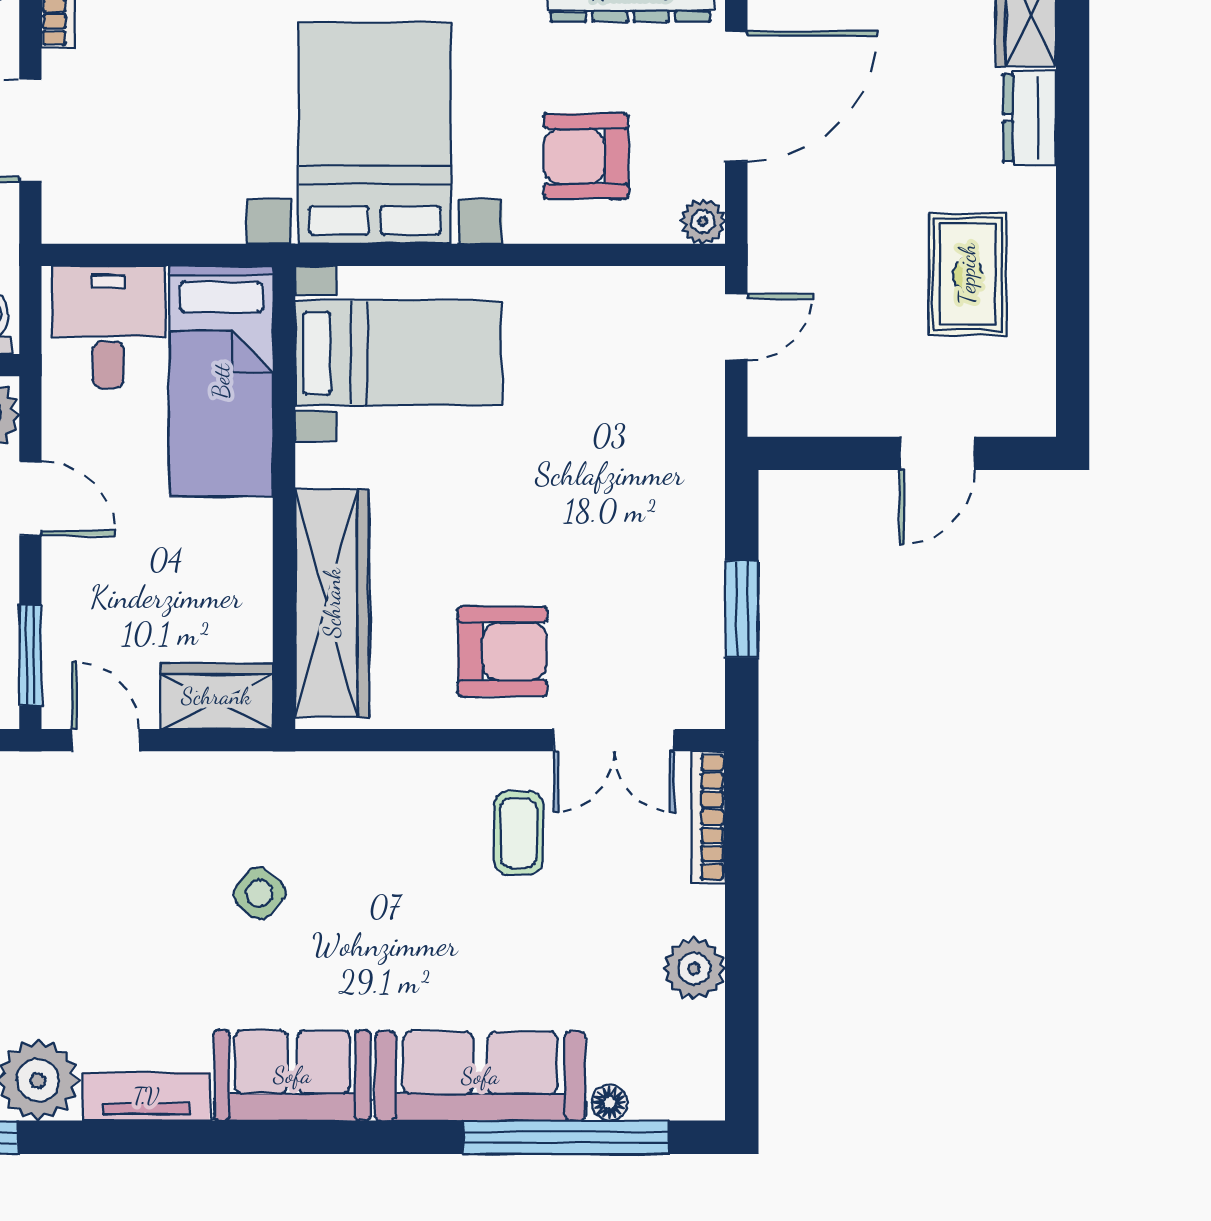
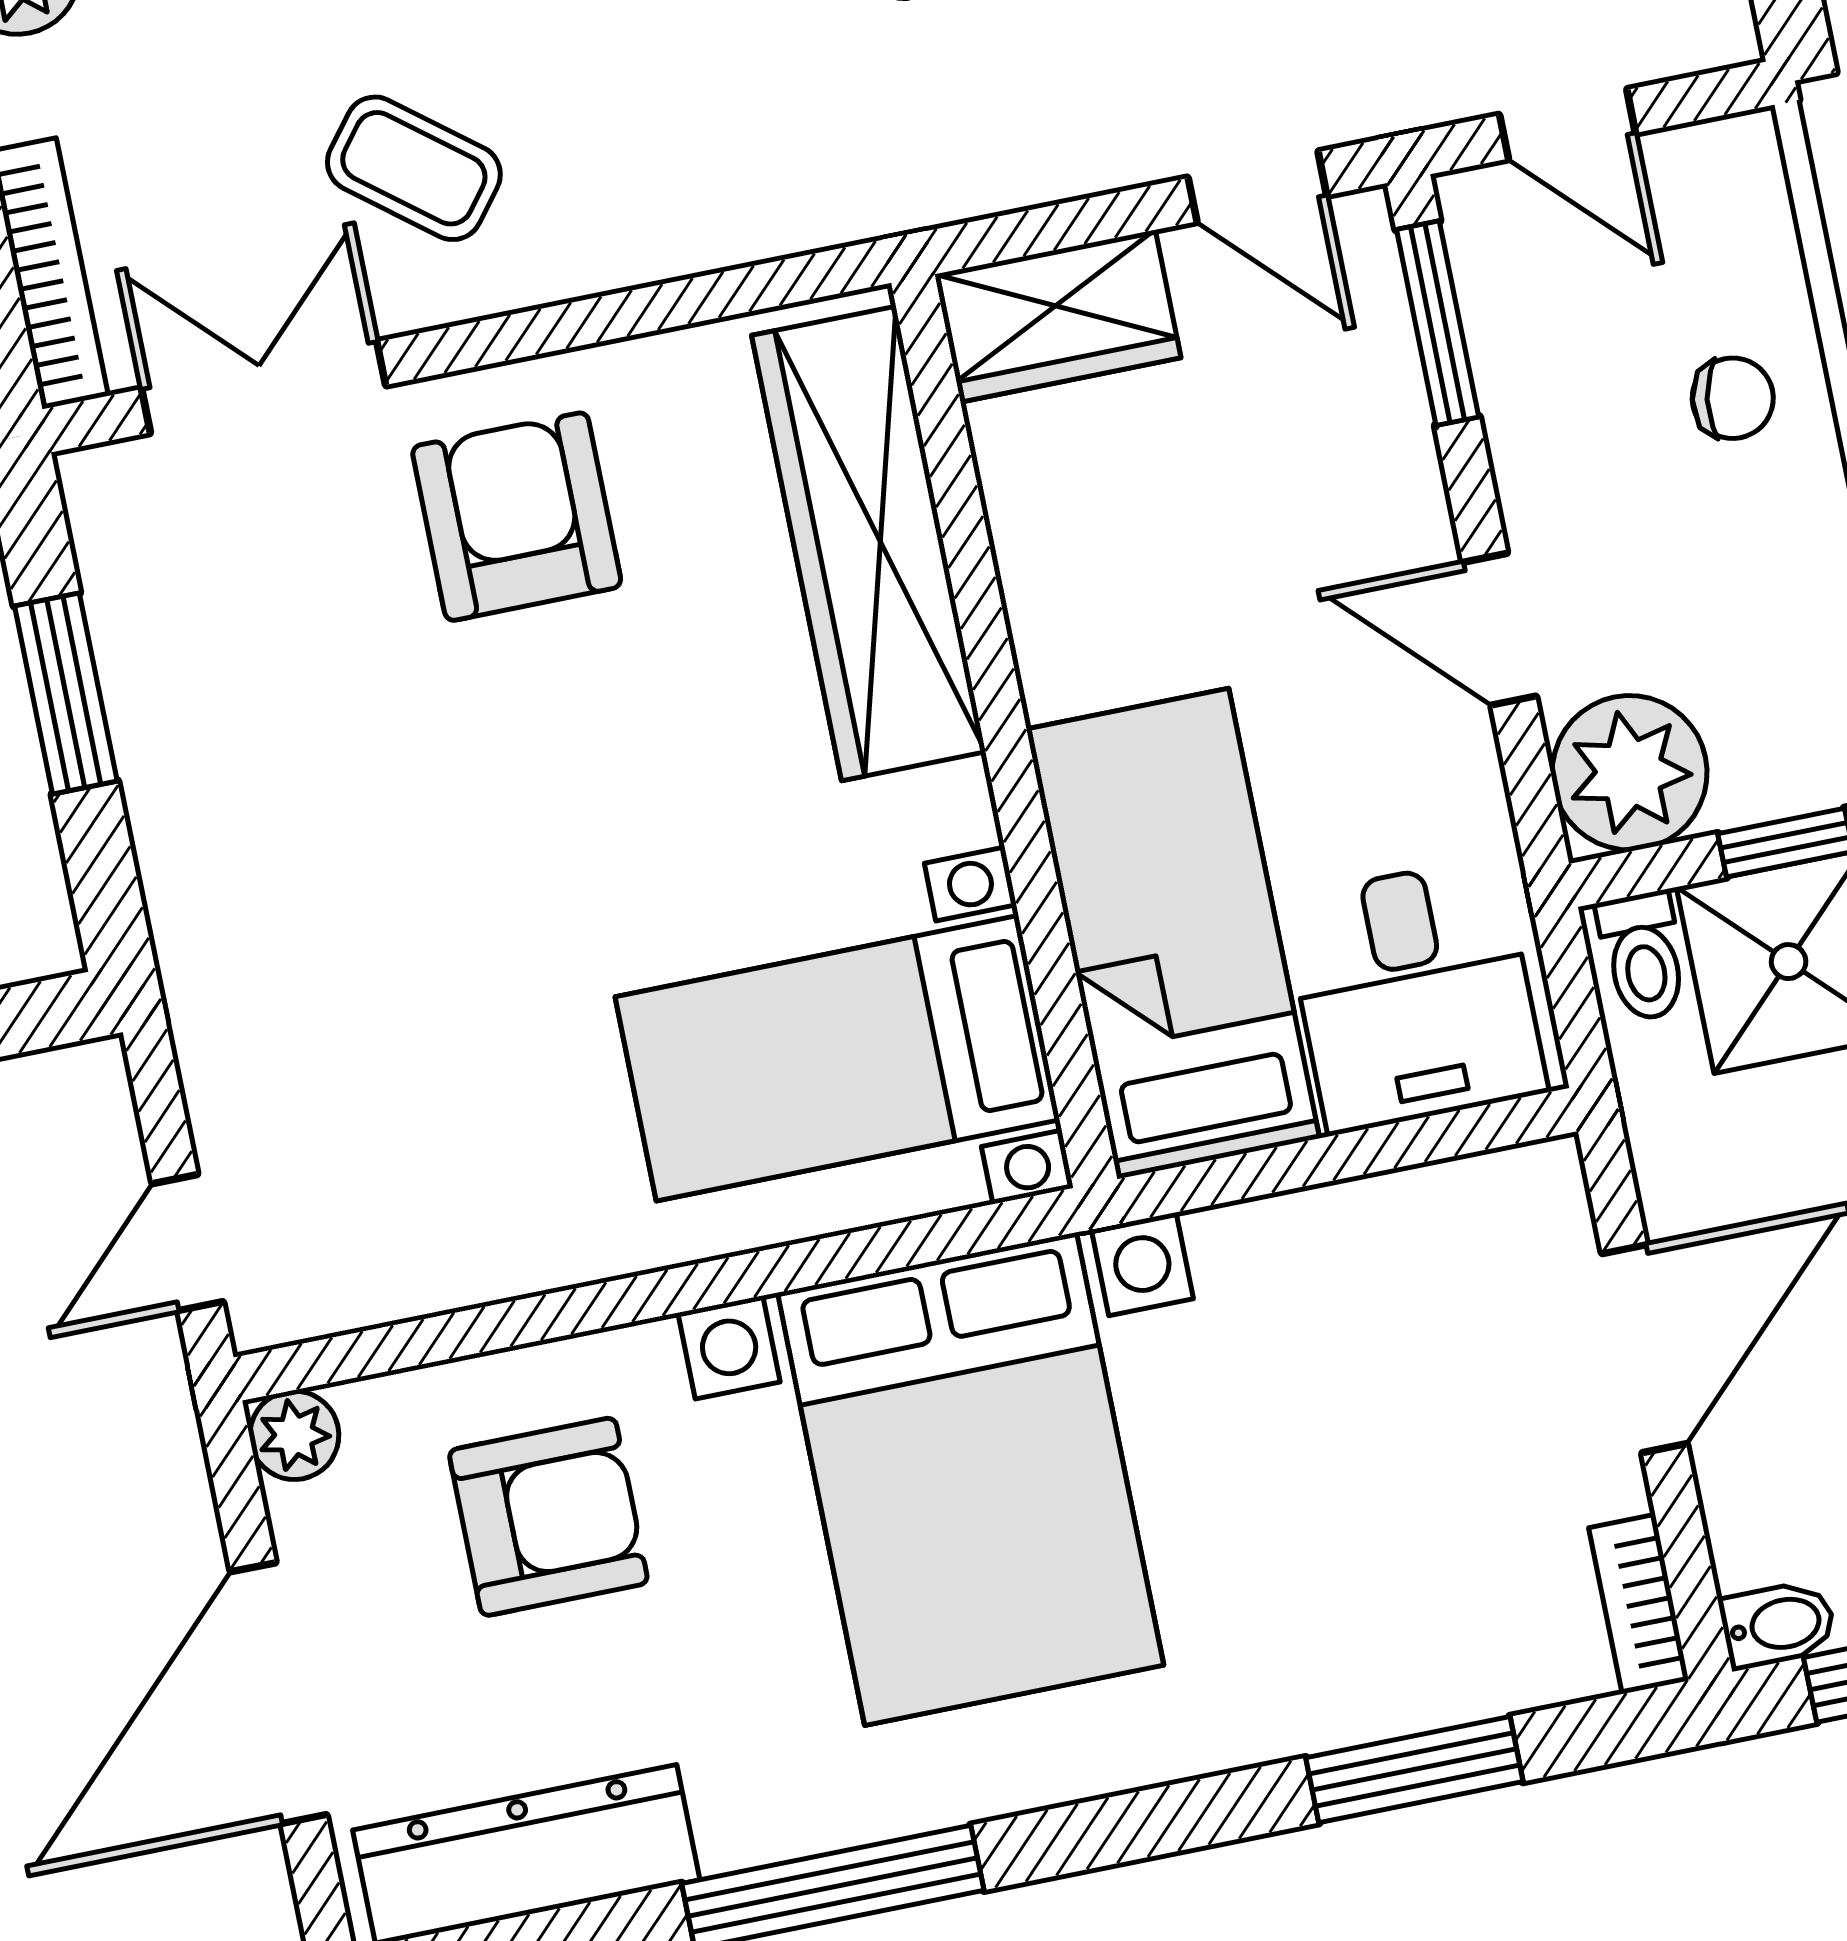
armchair: (502, 651) -> (517, 517), turned 90
coffee table: (518, 833) -> (414, 168), turned -52

